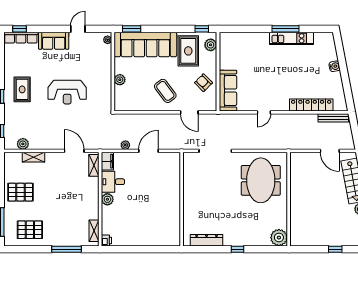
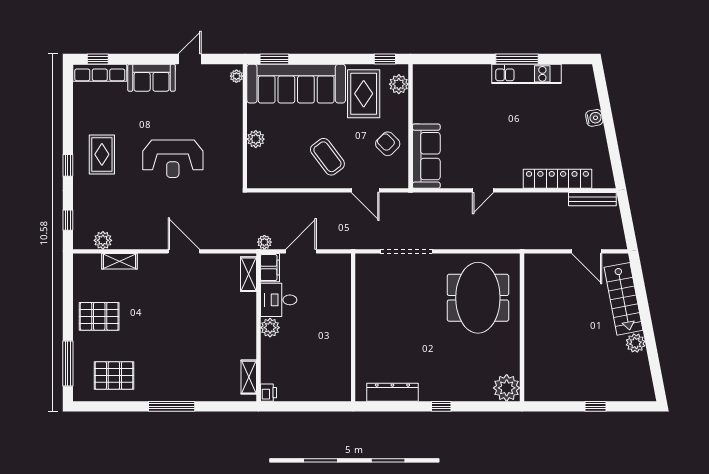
filing cabinet: (107, 161) -> (270, 268), moved
shelving: (94, 165) -> (249, 274), moved
desk: (113, 182) -> (279, 300), moved
wall: (100, 199) -> (258, 327), moved
plant: (107, 199) -> (270, 328), moved
shelving: (94, 231) -> (249, 377), moved
printer: (106, 240) -> (268, 393), moved

